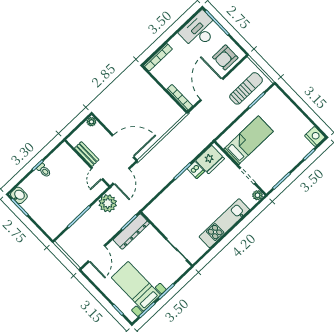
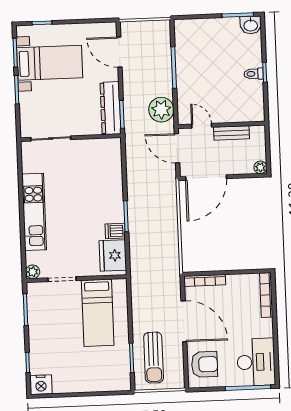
armchair: (225, 57) -> (205, 364), turned 90

